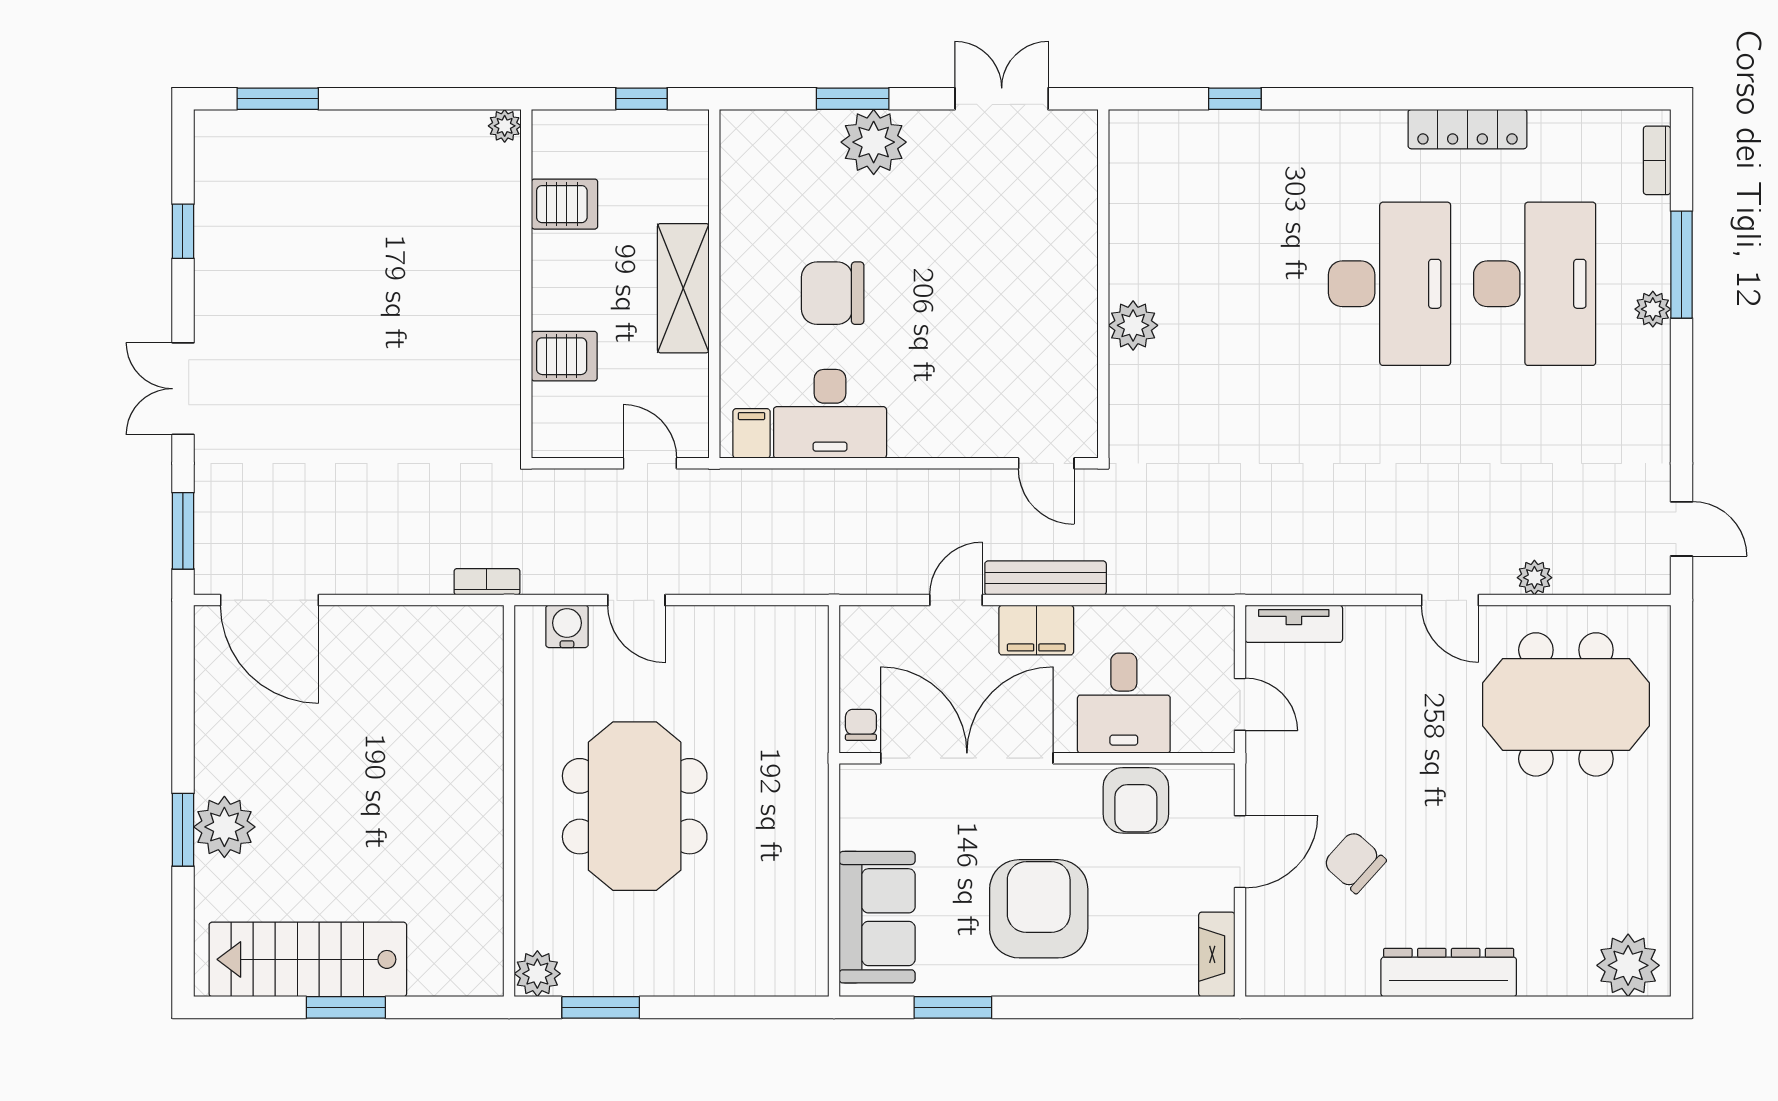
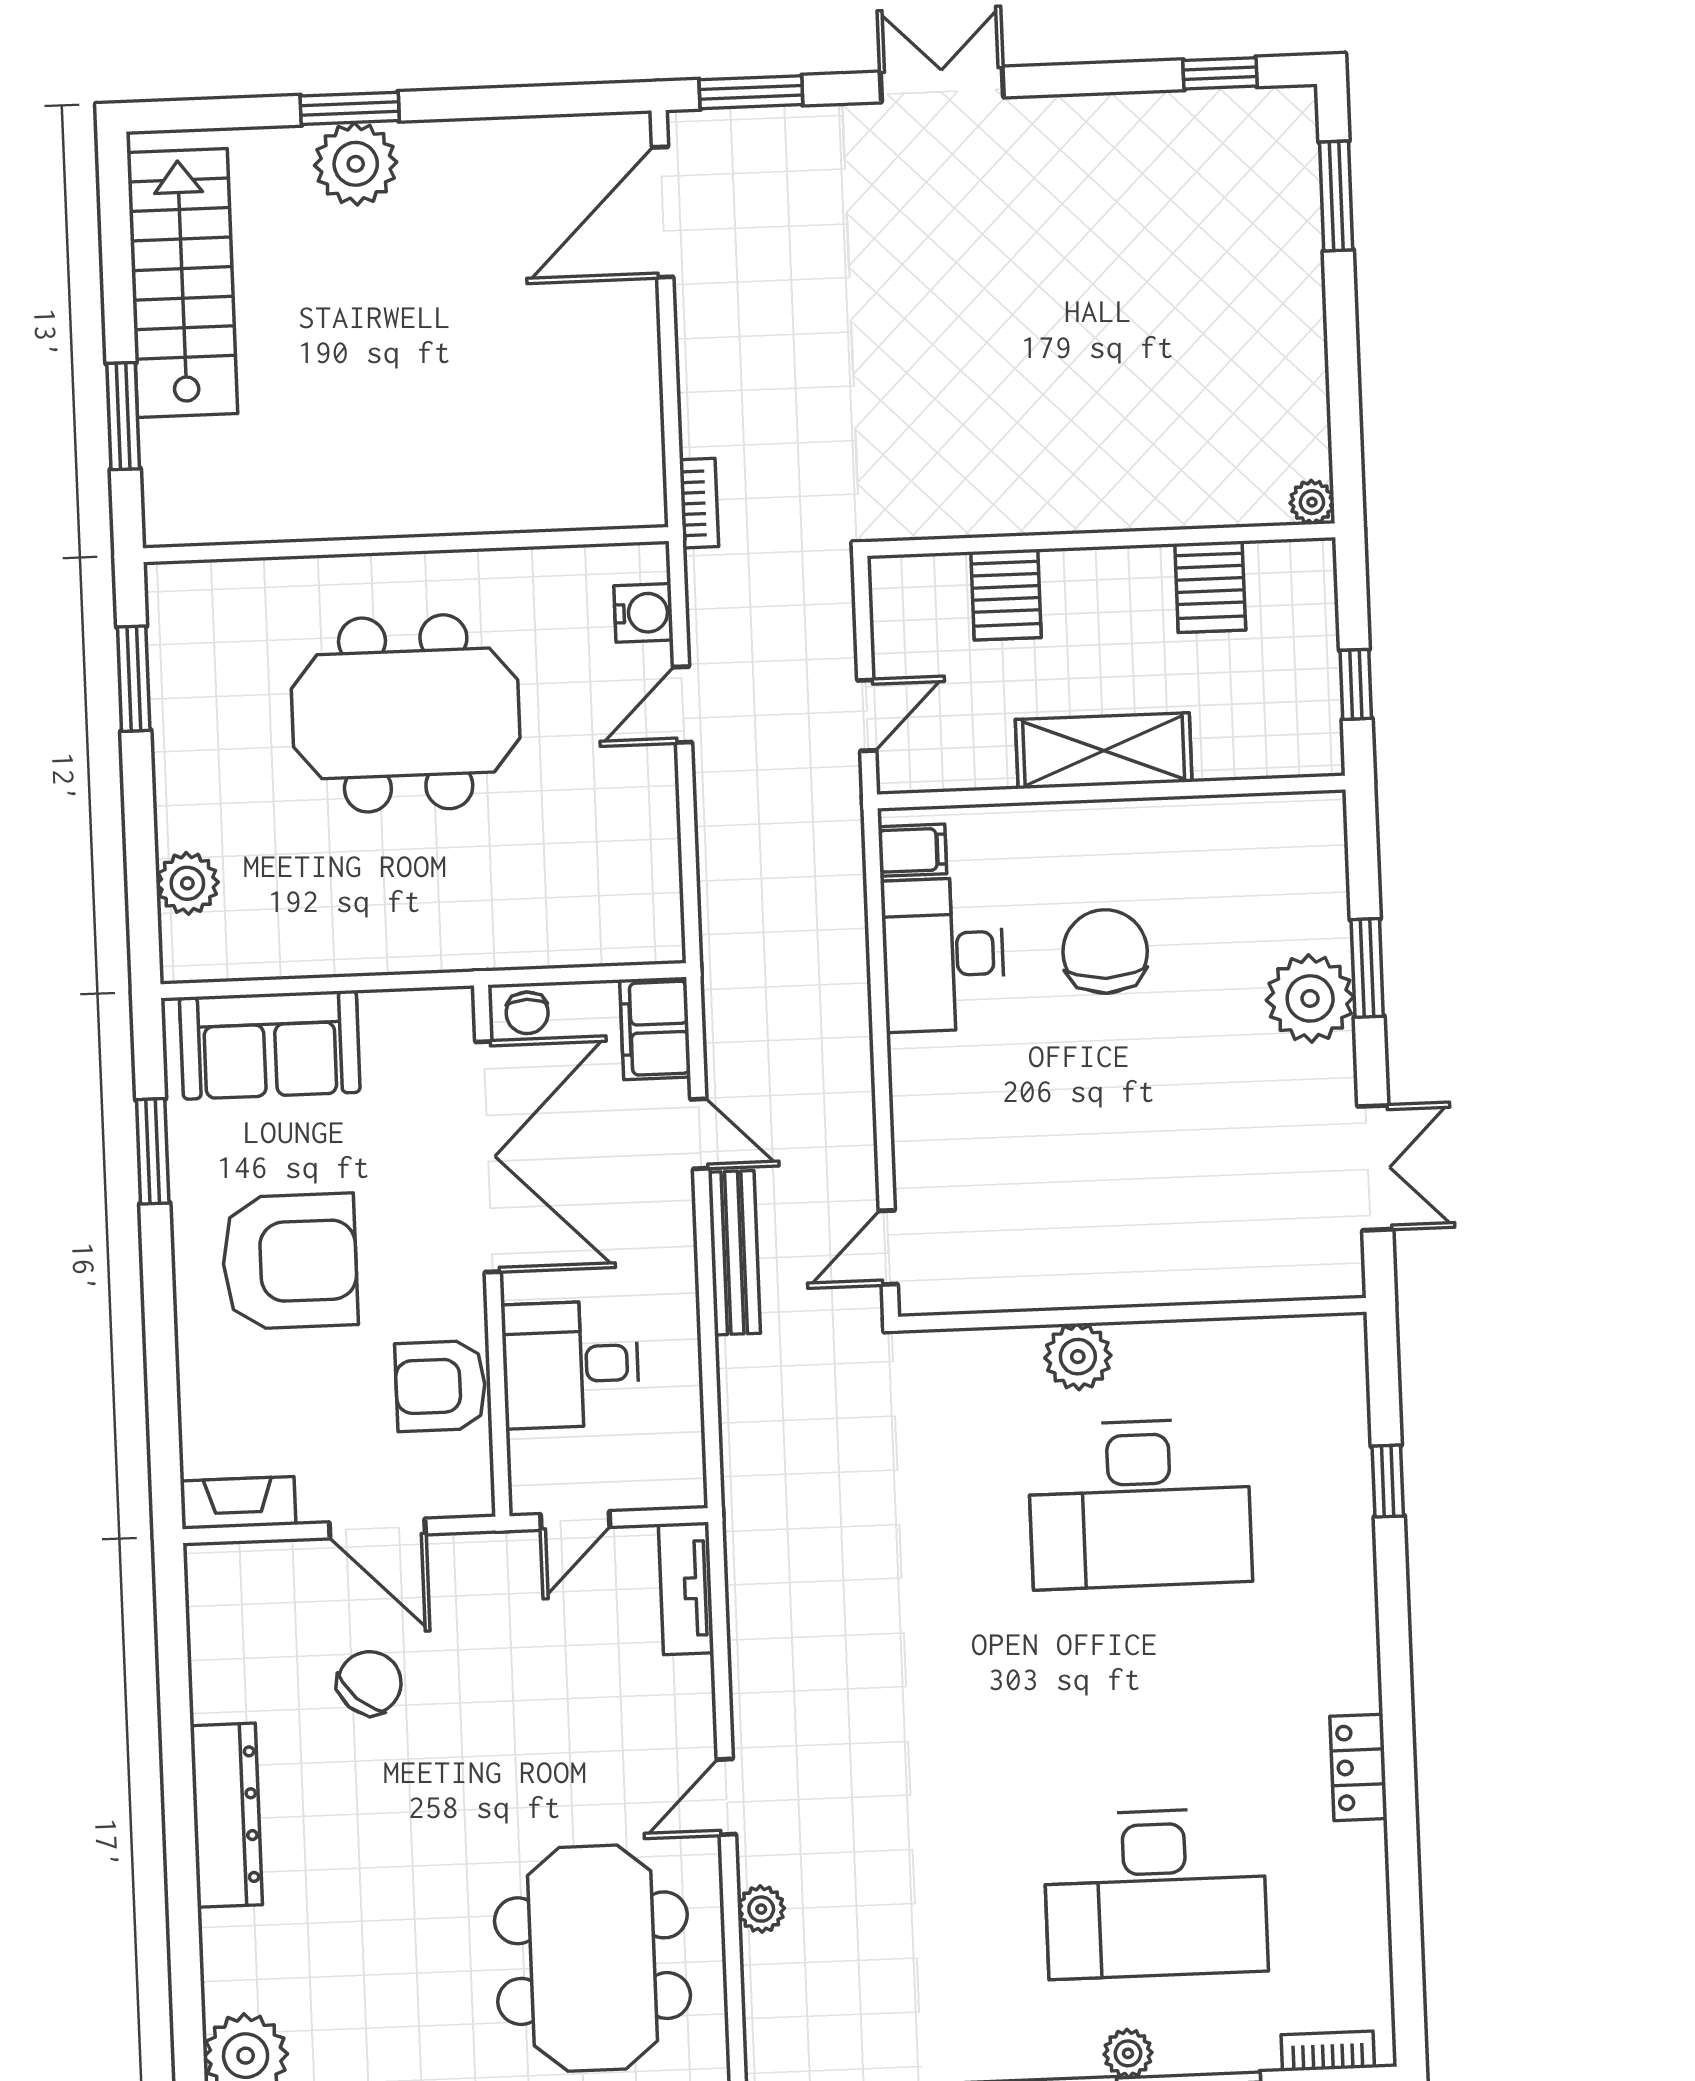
locker: (1467, 129) -> (1358, 1767), width x0.66
window: (183, 231) -> (1220, 73), moved
desk: (1390, 284) -> (1140, 1504), moved
filing cabinet: (1036, 630) -> (655, 1028), moved
chair: (861, 725) -> (527, 1013), turned 90
plant: (537, 974) -> (187, 883), moved
window: (346, 1007) -> (123, 416), moved

